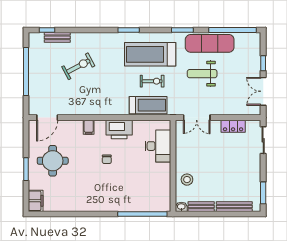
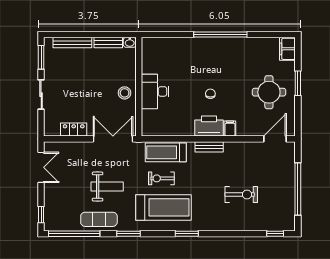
bench: (57, 37) -> (209, 147), moved
exercise mat: (210, 43) -> (99, 219), width x0.73, depth x0.69
window: (263, 63) -> (41, 215), moved
exercise bike: (78, 66) -> (241, 194), turned -152
double door: (197, 118) -> (113, 139), width x1.37
printer: (119, 130) -> (209, 126), moved
sliding door: (263, 140) -> (41, 95), moved
desk: (158, 146) -> (155, 91), moved
stool: (187, 180) -> (125, 93), moved
window: (142, 214) -> (220, 35), moved

